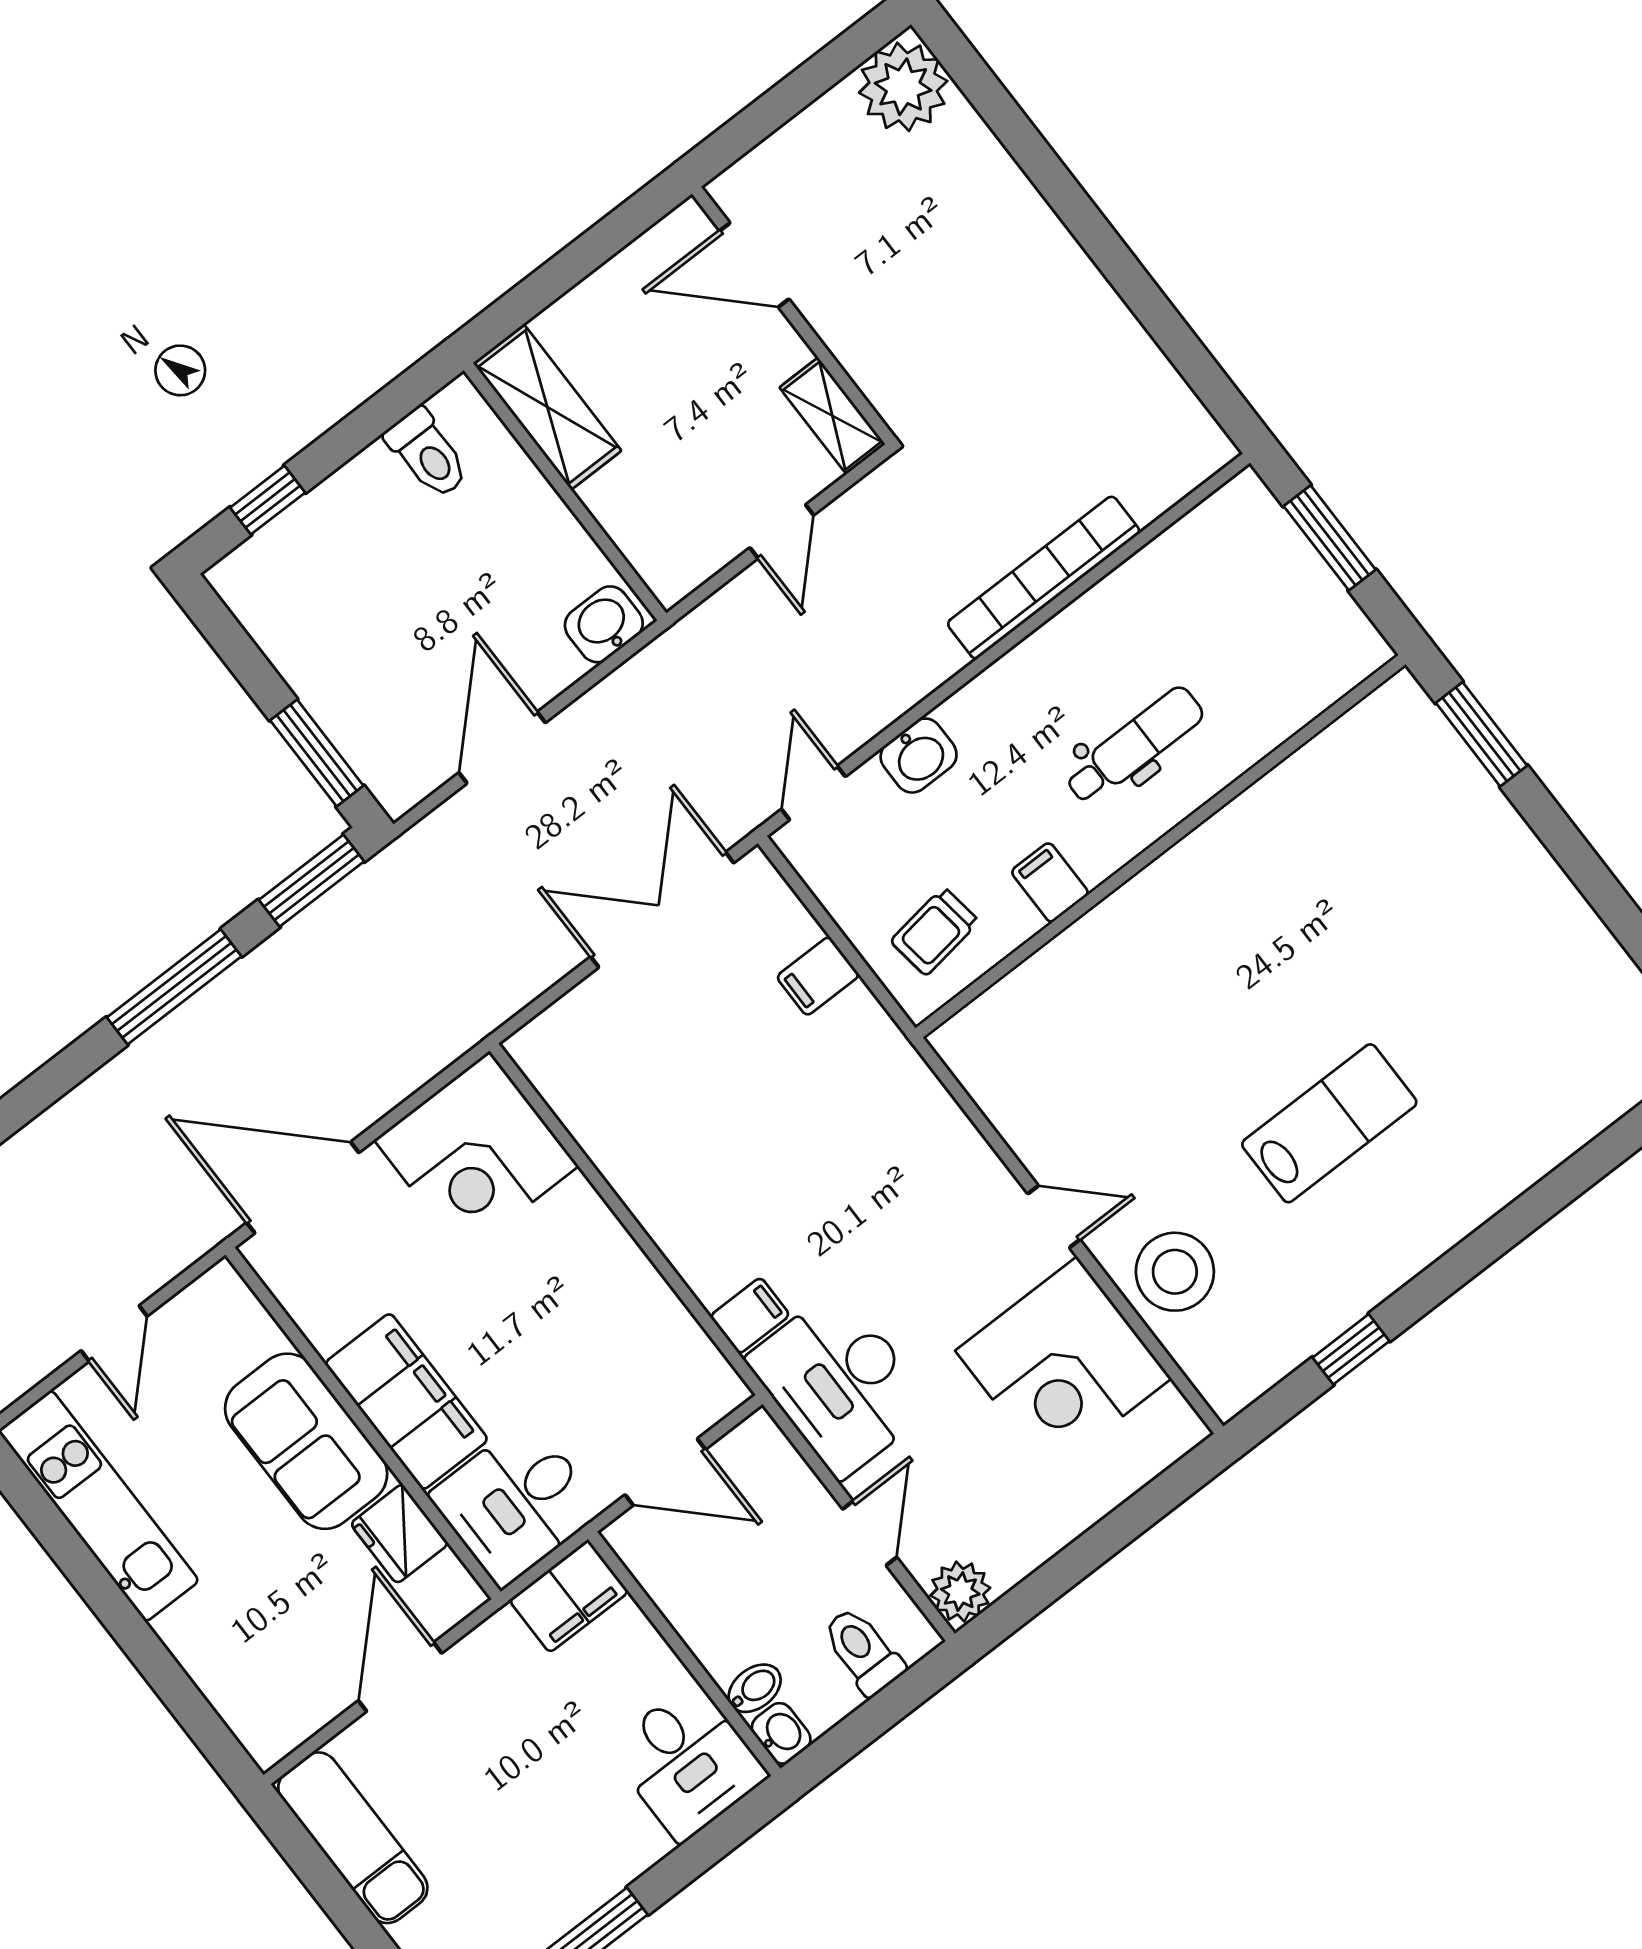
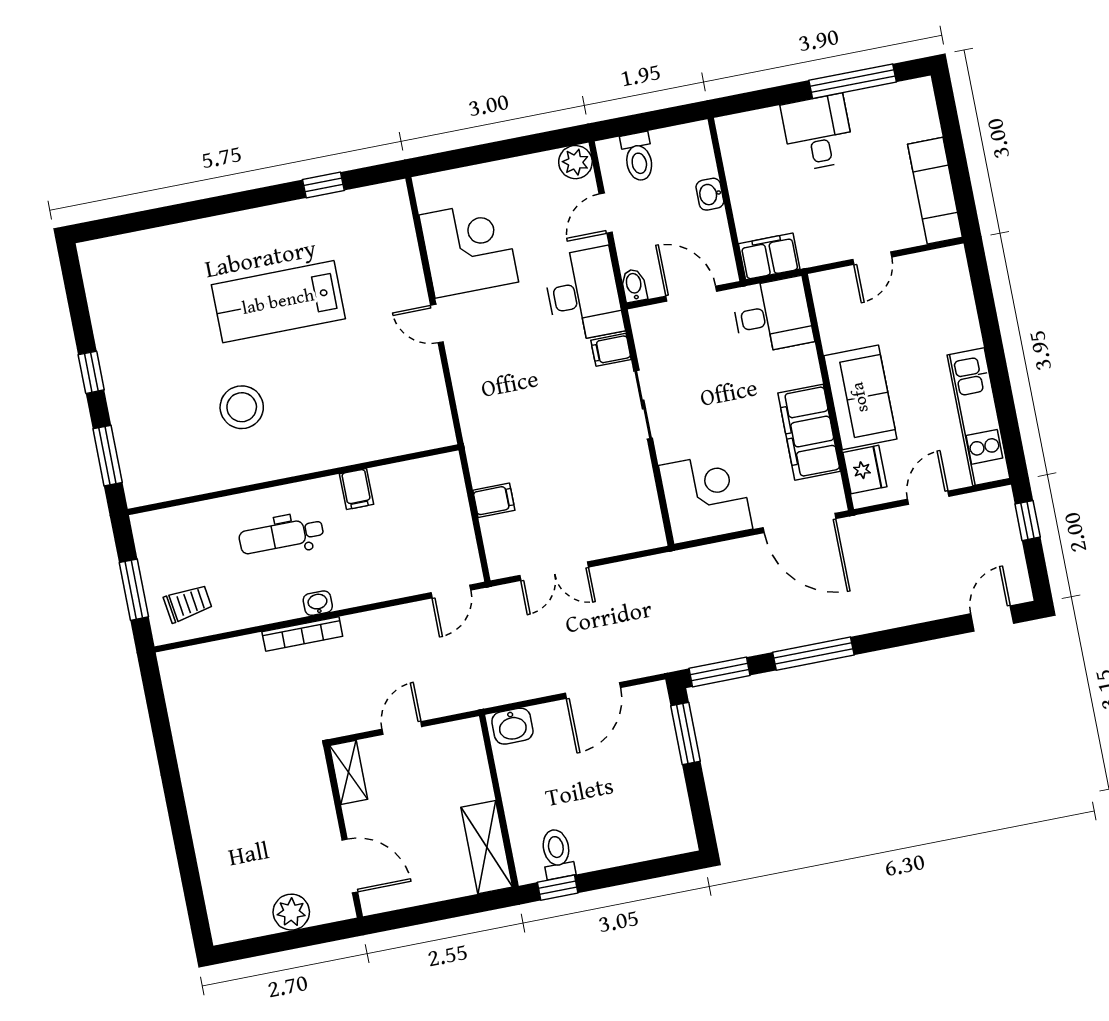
plant: (903, 87) -> (291, 912), moved, width x0.73, depth x0.73
window: (268, 500) -> (558, 888), moved
bookcase: (1044, 578) -> (302, 634), width x0.68, depth x0.76
washbasin: (919, 756) -> (318, 603), moved, width x0.72, depth x0.69
window: (1576, 856) -> (91, 372), added
double door: (662, 910) -> (554, 571), width x0.73
trolley: (935, 931) -> (188, 603), moved
lab bench: (1329, 1123) -> (278, 302), width x1.36, depth x1.39
sliding door: (653, 1253) -> (643, 404), added
stool: (1175, 1272) -> (242, 407), moved
filing cabinet: (406, 1401) -> (809, 432), moved
fridge: (399, 1534) -> (865, 470), moved
door: (400, 1677) -> (872, 258), width x0.73
bidet: (755, 1688) -> (634, 285), moved, turned 90
washbasin: (781, 1733) -> (710, 194), moved
desk: (687, 1762) -> (818, 133), moved

